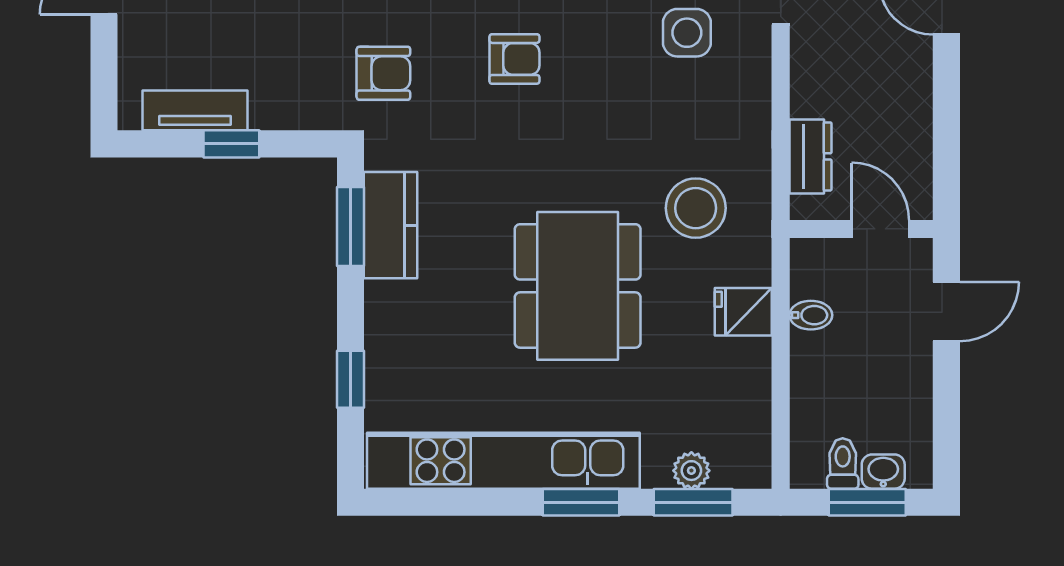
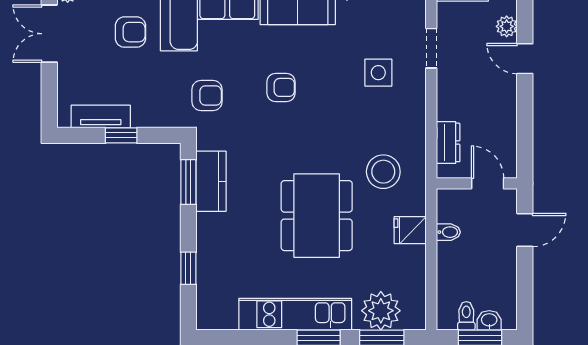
kitchen unit: (503, 461) -> (295, 314), width x0.73
plant: (691, 471) -> (381, 311), width x1.88, depth x1.88

